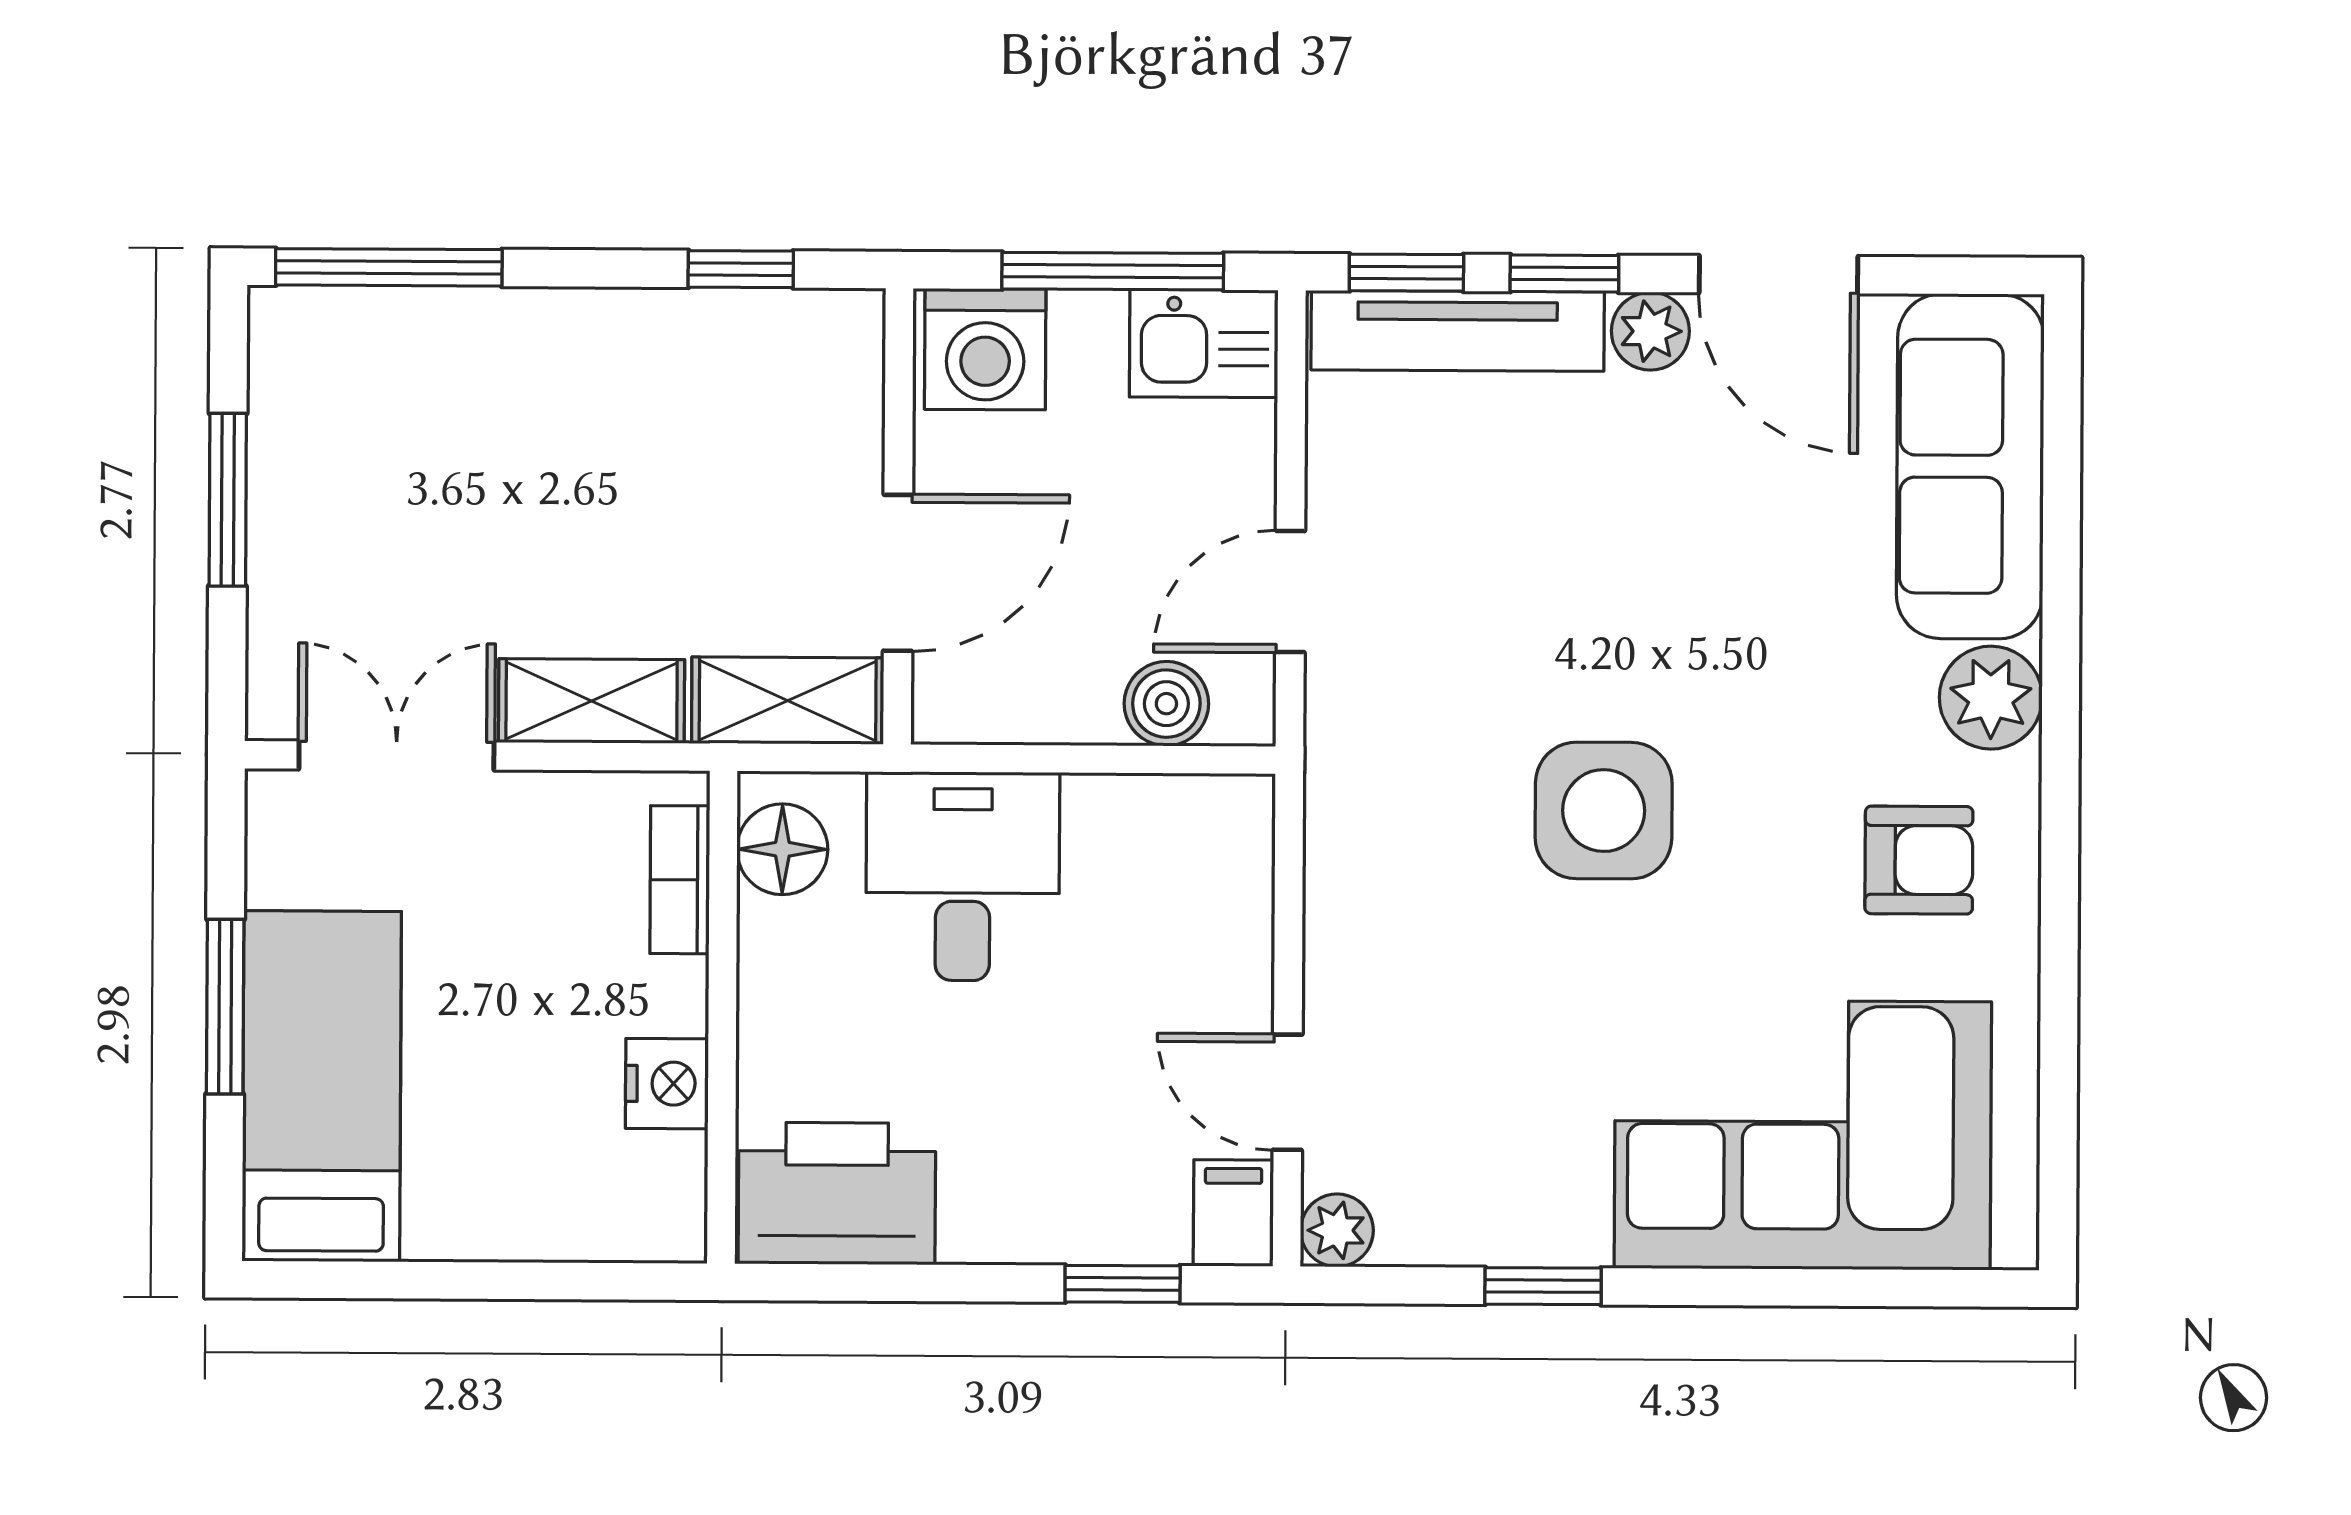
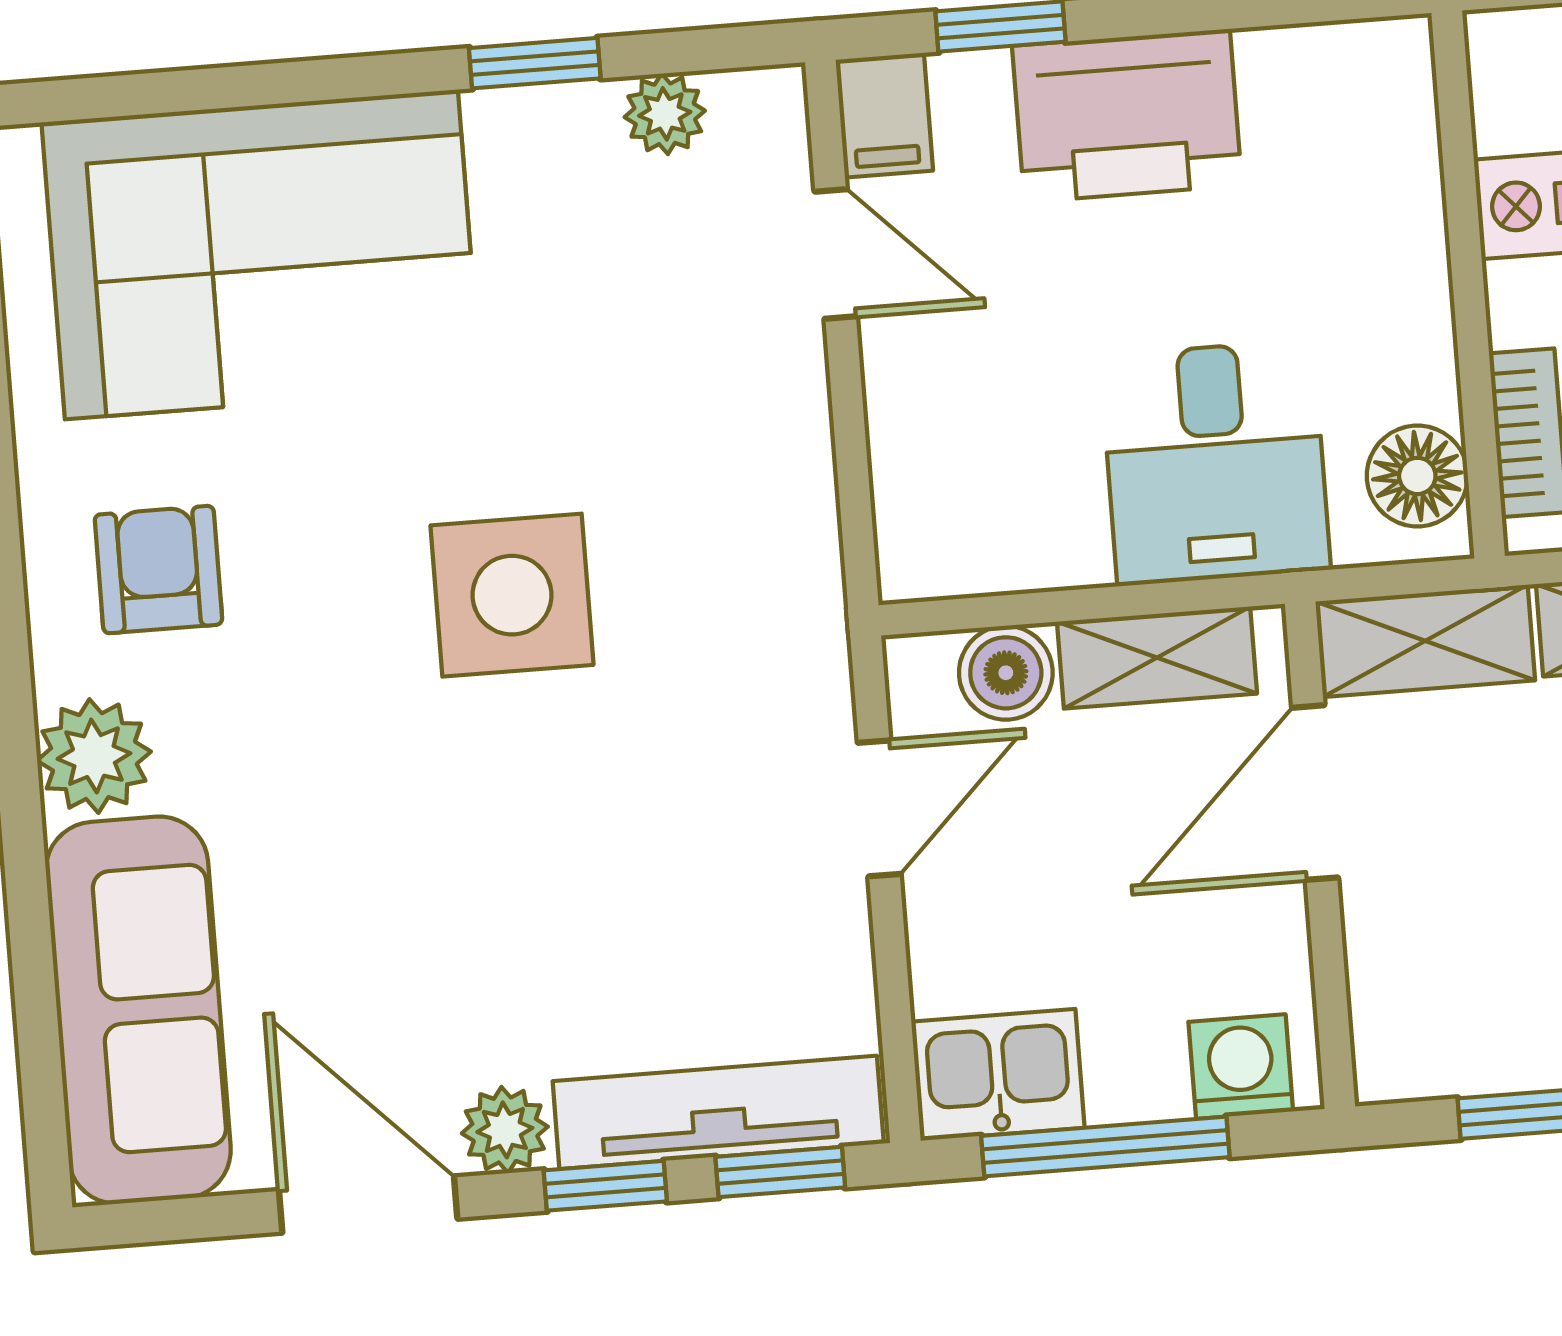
washing machine: (985, 349) -> (1241, 1067), width x0.73, depth x0.73
shelving: (1030, 706) -> (1157, 658), added
armchair: (1919, 860) -> (158, 570), turned 90
printer: (837, 1193) -> (1127, 116), moved
plant: (1337, 1230) -> (665, 114), moved

